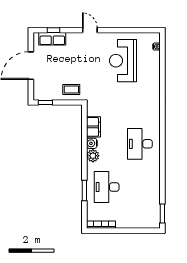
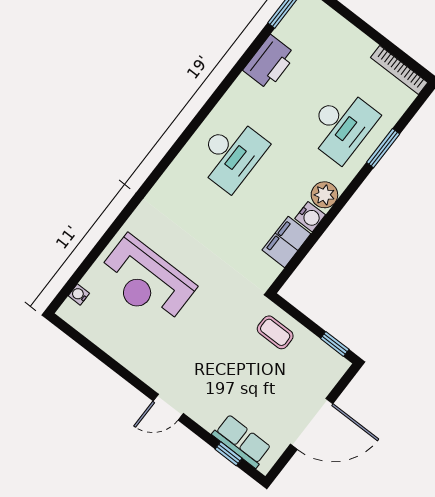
door: (90, 30) -> (168, 407), hinge flipped
reception desk: (123, 61) -> (146, 281), moved, turned 90
printer: (152, 190) -> (270, 62), added

